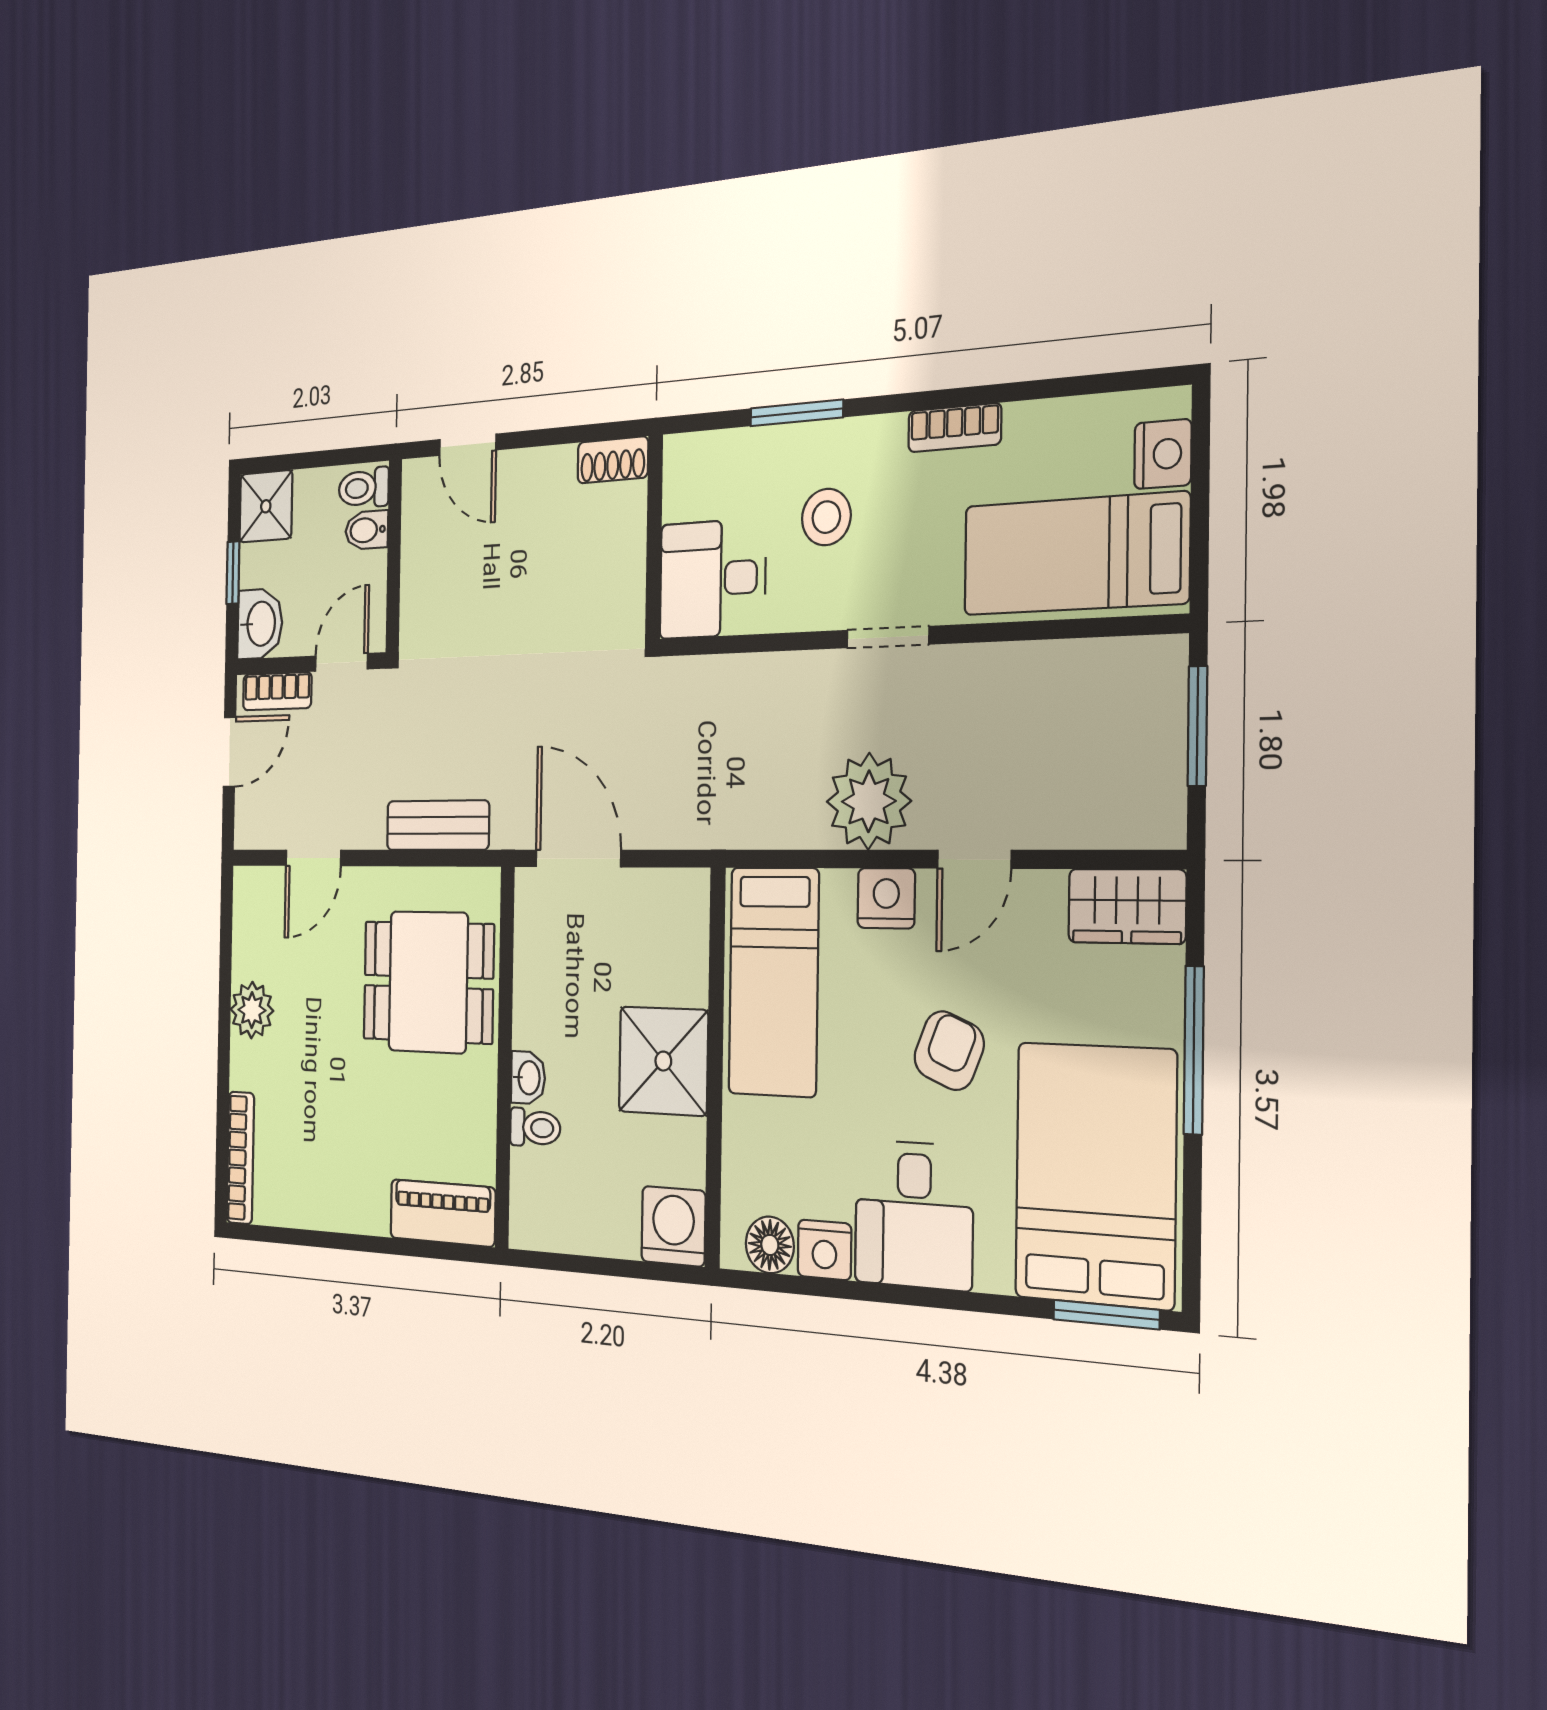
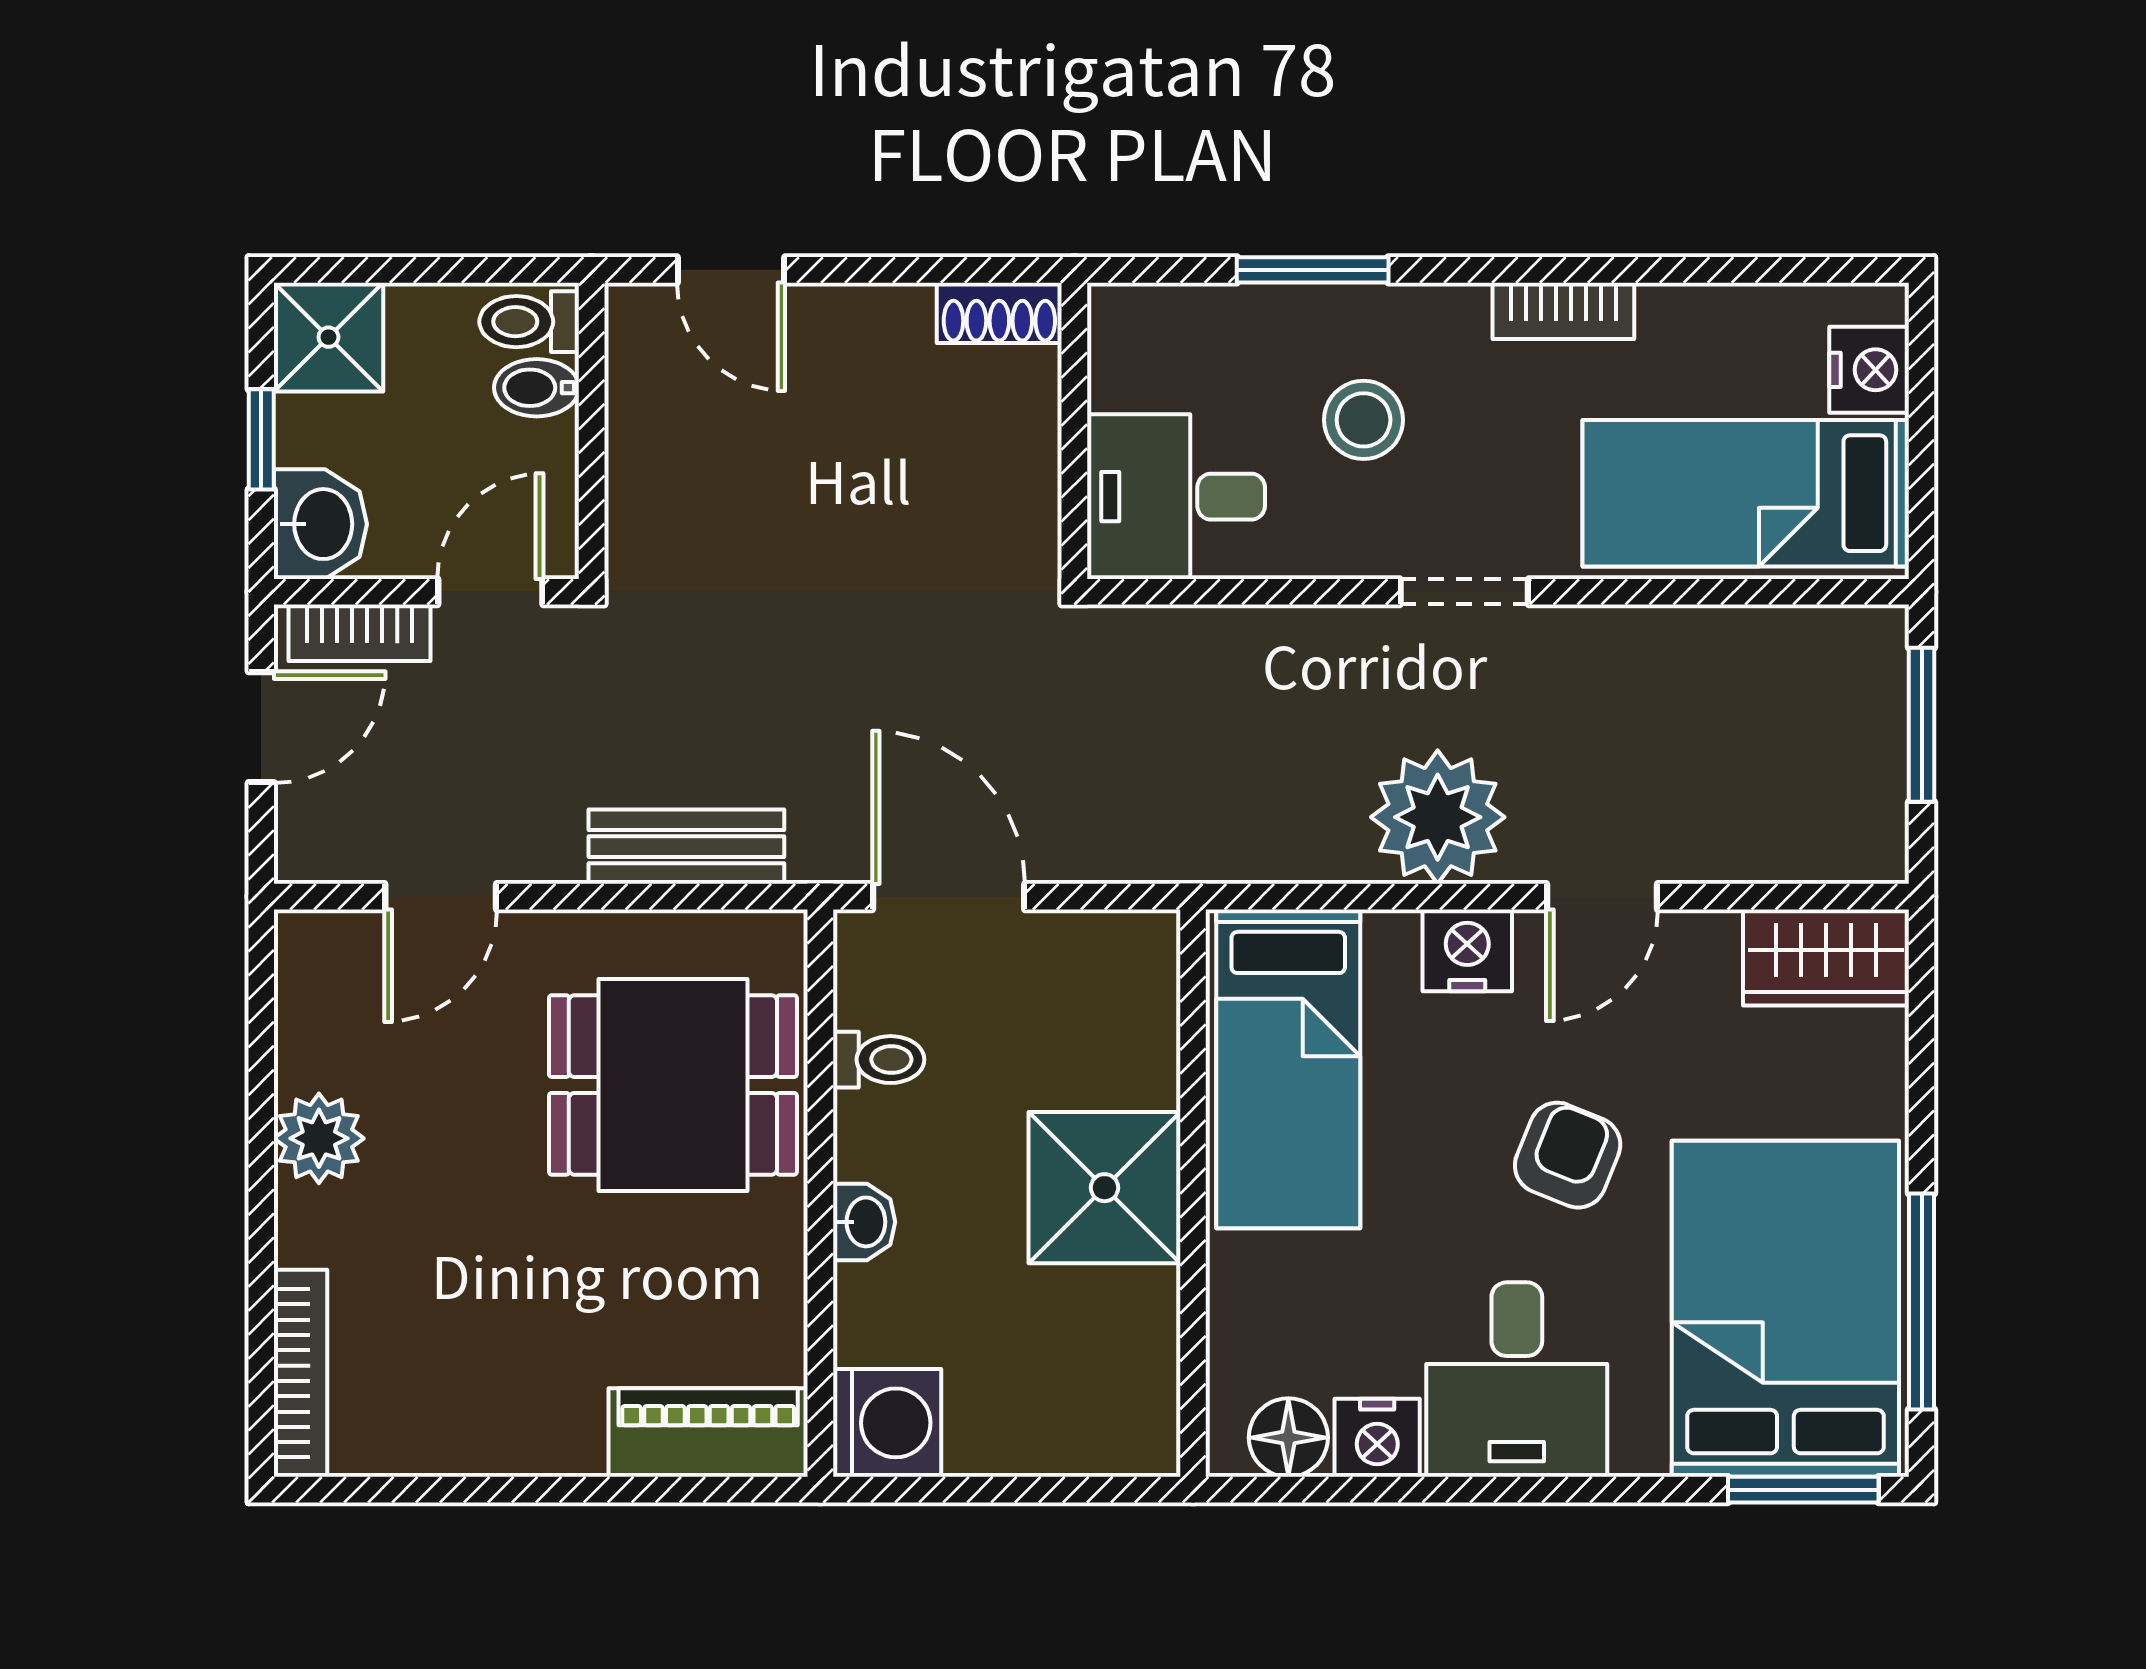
window: (1194, 1050) -> (1922, 1302), moved
toilet: (535, 1128) -> (879, 1060), moved
washing machine: (673, 1226) -> (887, 1423), moved, turned 90

